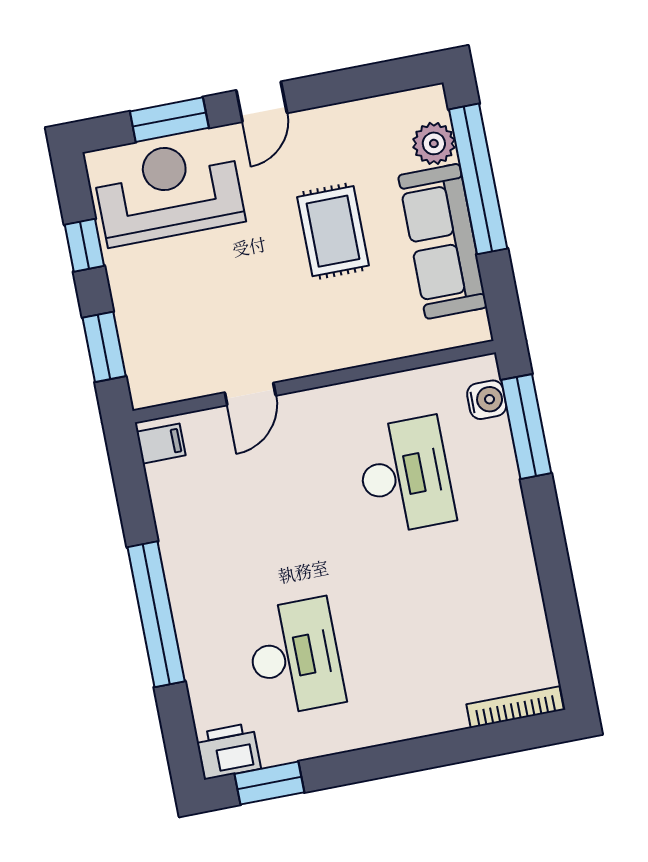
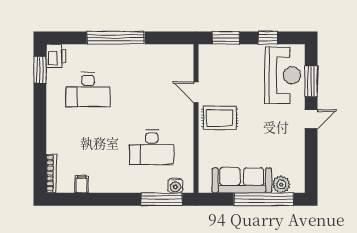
door: (262, 102) -> (311, 119), swing flipped
rug: (333, 231) -> (220, 118), moved
filing cabinet: (161, 444) -> (82, 184), moved, turned 180

